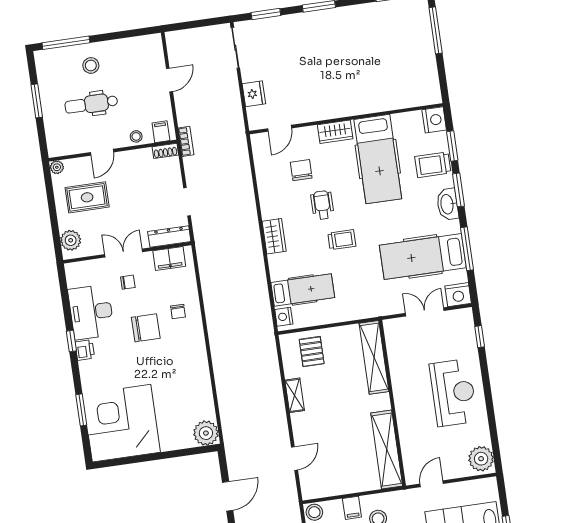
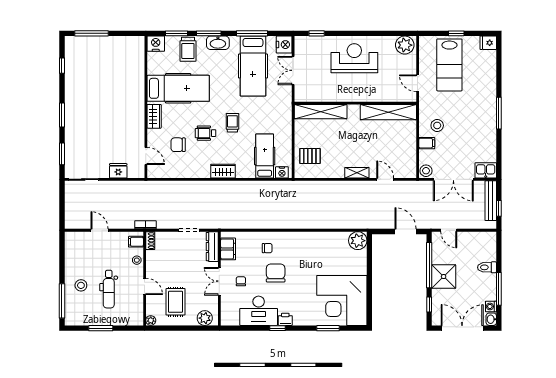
shelving: (295, 395) -> (357, 173), moved

